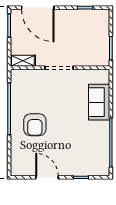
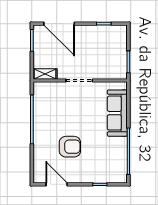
sofa: (99, 102) -> (117, 113), width x1.36
armchair: (35, 125) -> (70, 147), moved, turned -90
door: (47, 177) -> (57, 184), moved

